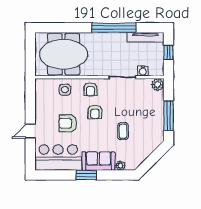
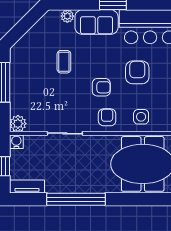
tv unit: (145, 37) -> (27, 186), width x0.71
water cooler: (143, 71) -> (16, 142), moved
armchair: (95, 112) -> (101, 87), turned 90
armchair: (68, 123) -> (137, 72), turned -90

